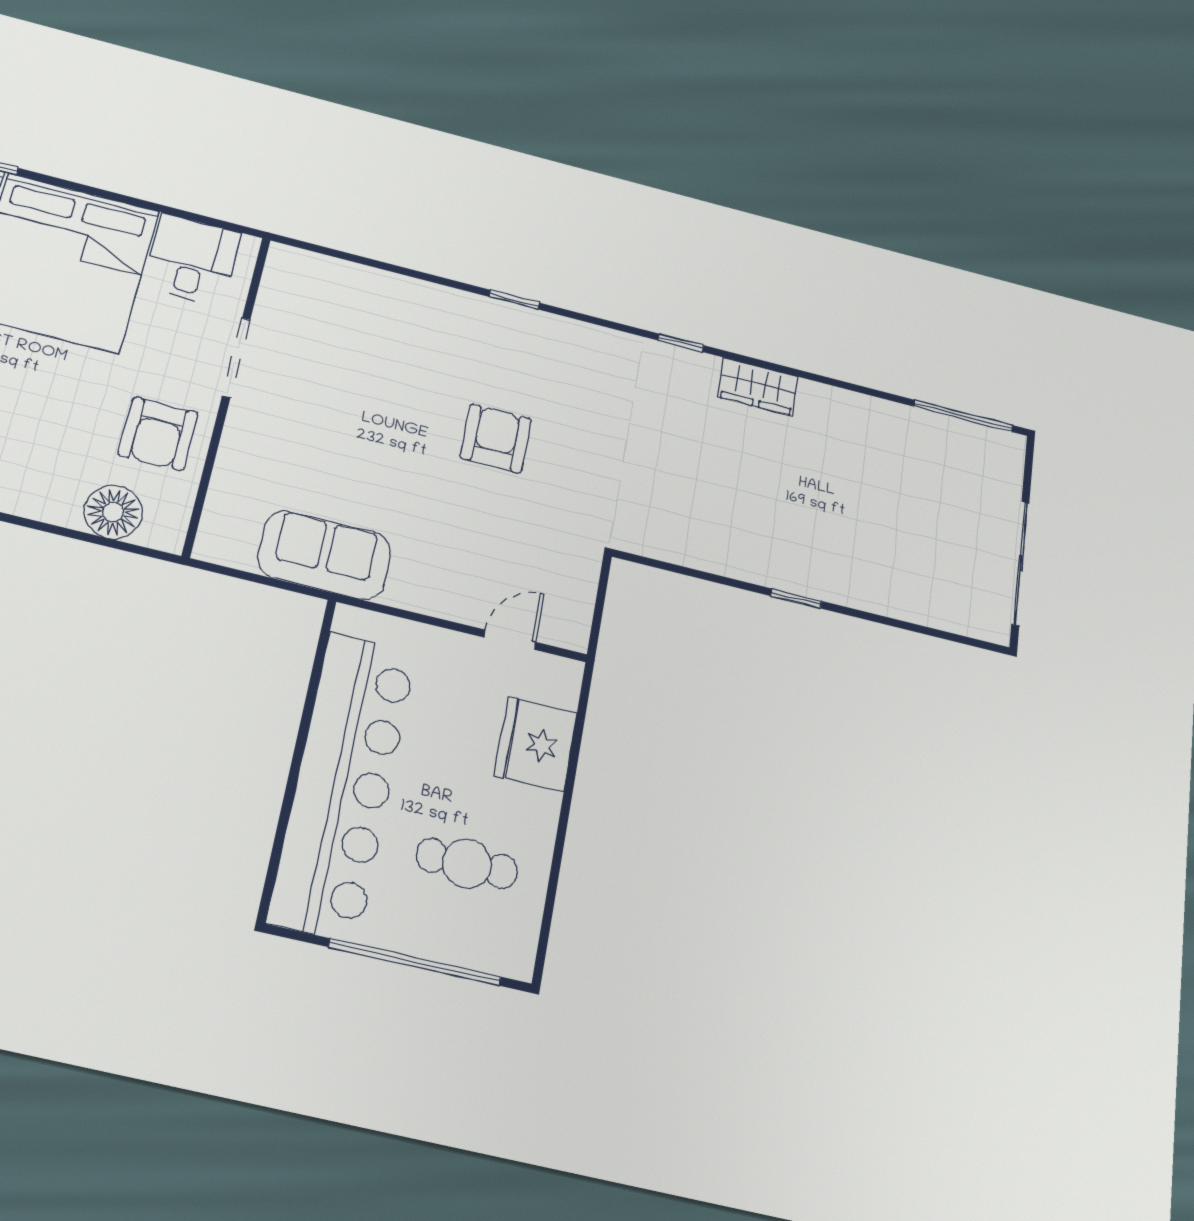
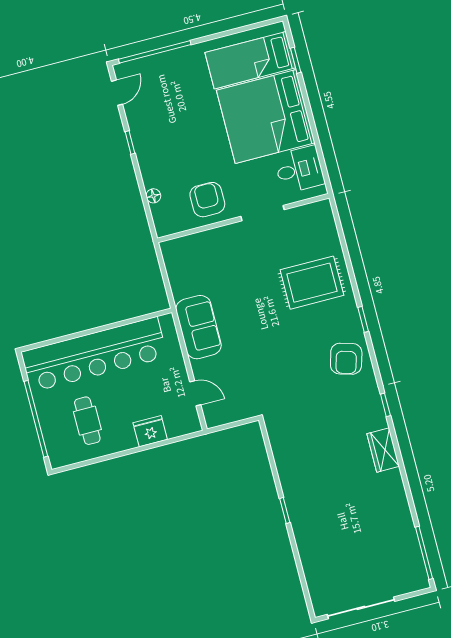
rug: (406, 344) -> (312, 283), added
armchair: (158, 434) -> (207, 200), turned 90
armchair: (496, 438) -> (346, 359), moved, turned 106
floor lamp: (113, 512) -> (153, 196), width x0.53, depth x0.53
sofa: (325, 555) -> (199, 327), moved
fridge: (536, 744) -> (150, 431), width x0.73, depth x0.75

